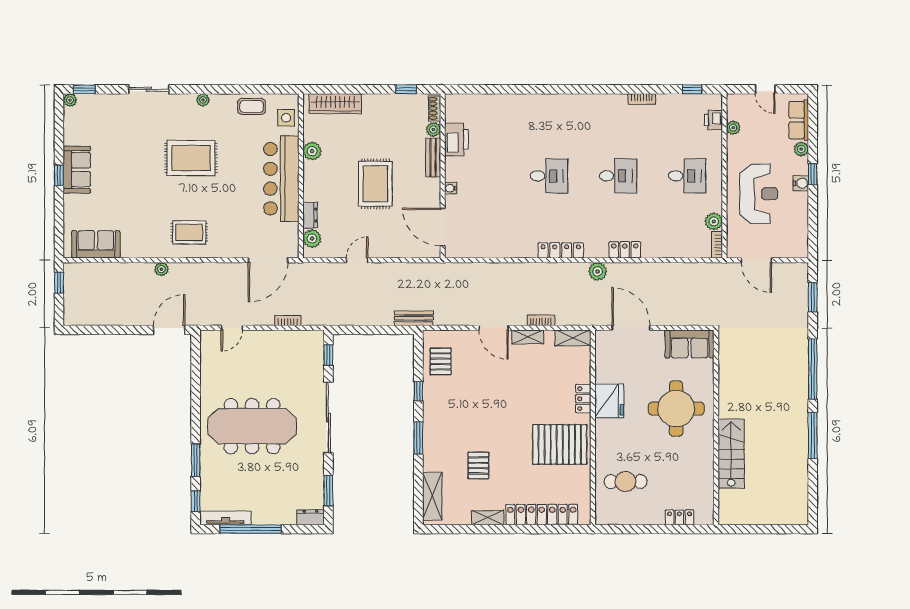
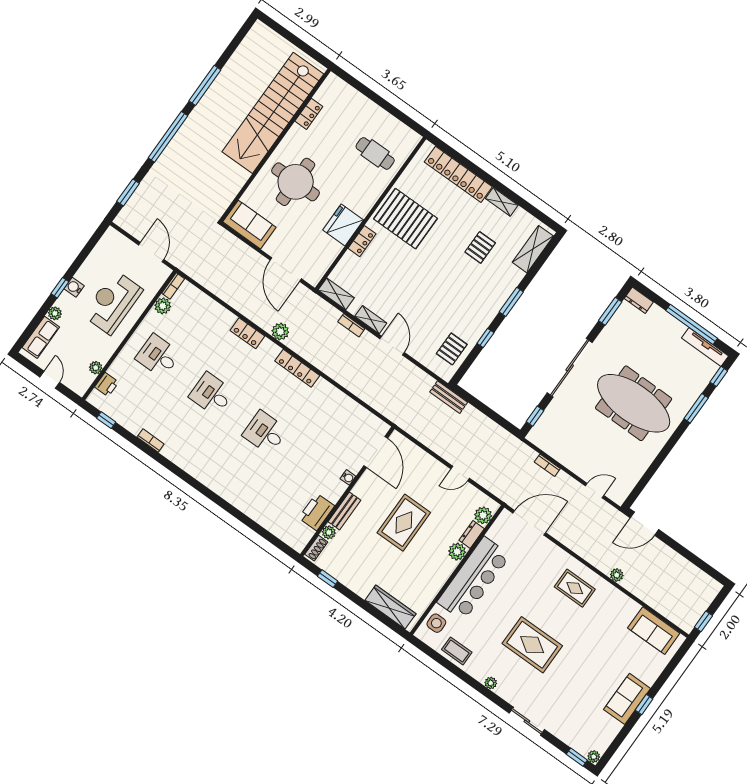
plant: (312, 151) -> (457, 552), moved
stairs: (731, 454) -> (273, 113), width x1.86, depth x1.51
locker: (679, 517) -> (309, 114), moved, turned -90

